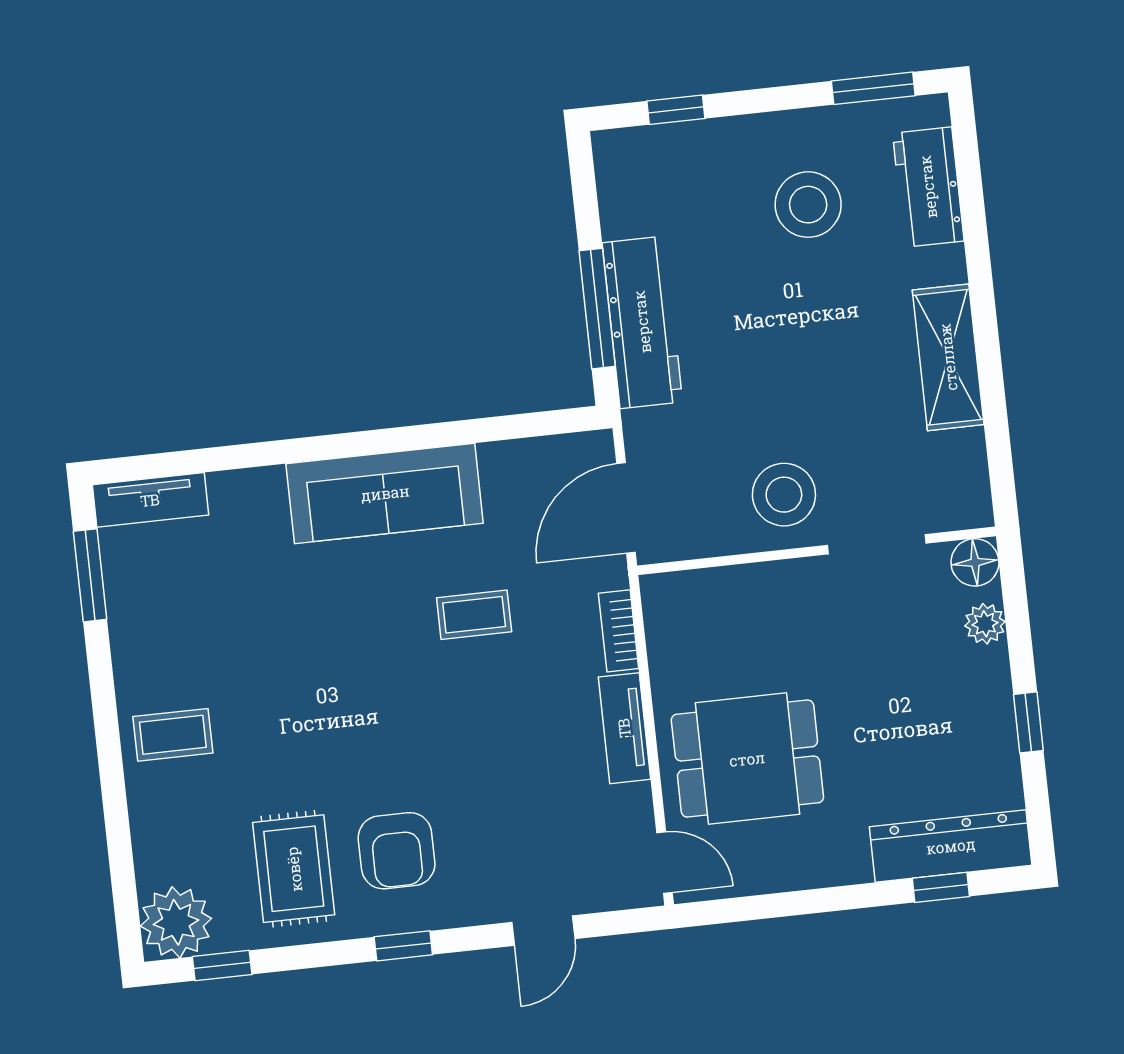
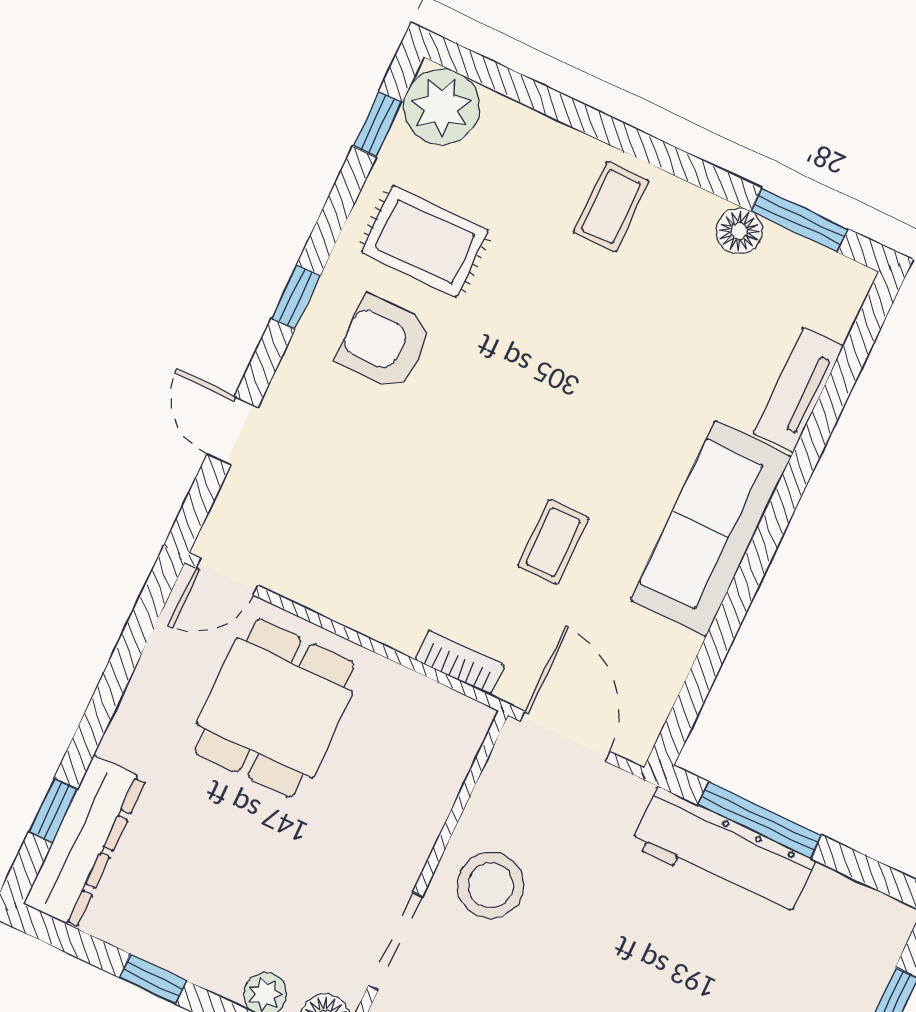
tv unit: (150, 500) -> (798, 390), moved
floor lamp: (129, 619) -> (739, 231), added
tv unit: (624, 728) -> (369, 614), removed

